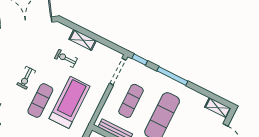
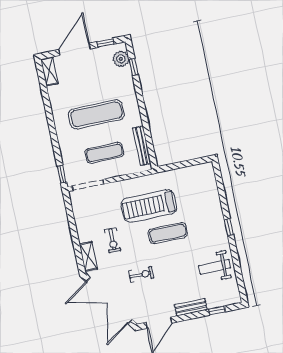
shelving: (83, 40) -> (88, 257), moved
window: (172, 76) -> (53, 134), removed
exercise bike: (26, 78) -> (141, 275), moved

